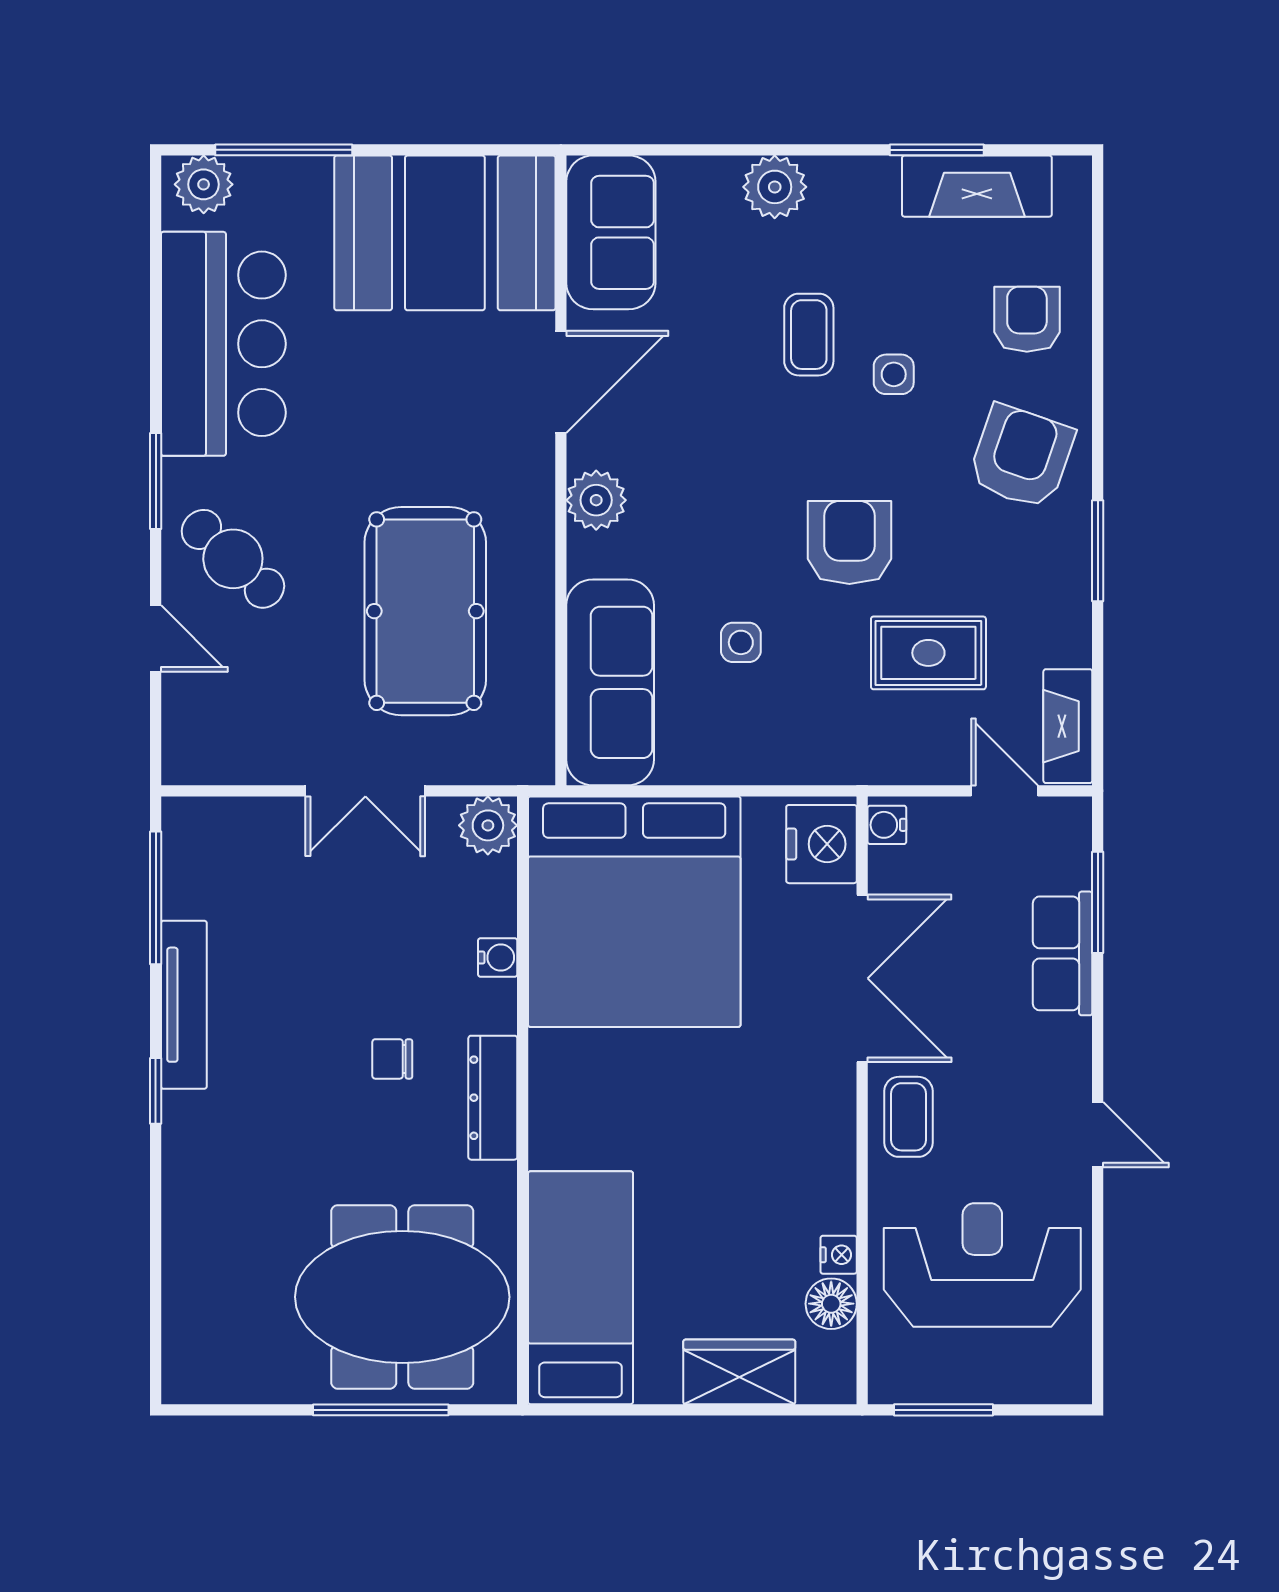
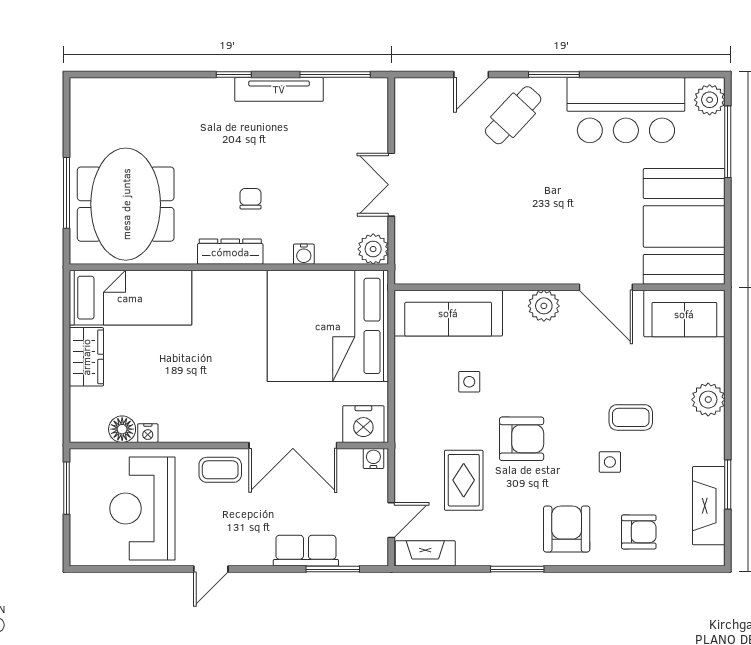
armchair: (1021, 457) -> (567, 529), turned -109
pool table: (425, 611) -> (486, 216), removed
reception desk: (982, 1265) -> (142, 508), turned 180
wardrobe: (739, 1372) -> (86, 357), moved

